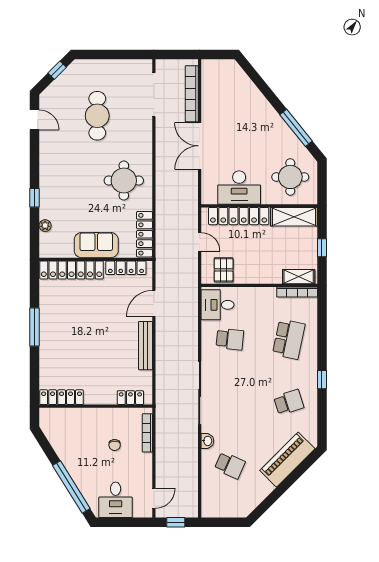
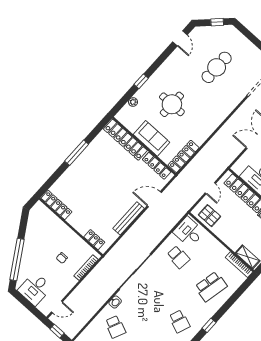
round table: (124, 181) -> (172, 104), moved
pallet: (224, 270) -> (210, 216), turned 90
school desk: (289, 402) -> (179, 321), turned 39

